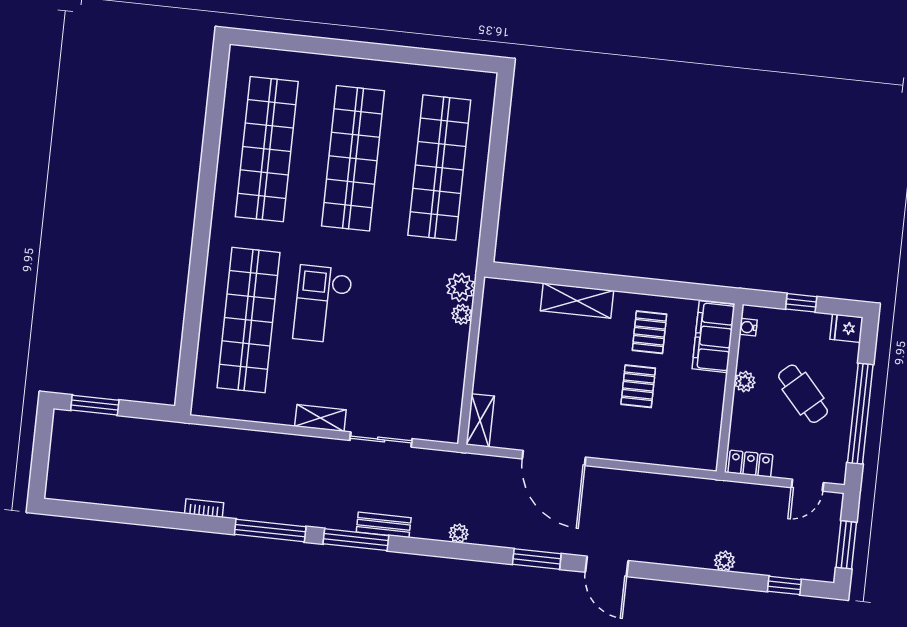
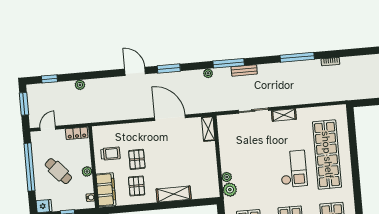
trolley: (690, 409) -> (110, 154), added
window: (356, 540) -> (229, 63), moved

